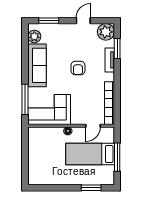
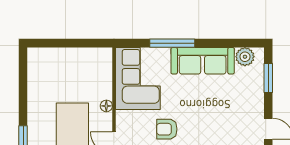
armchair: (78, 68) -> (167, 129), moved
window: (25, 99) -> (172, 43), moved

